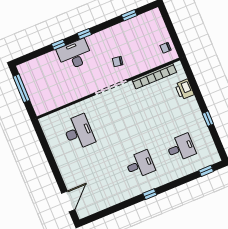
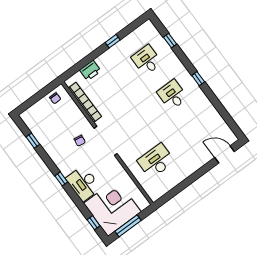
window: (58, 45) -> (94, 223), moved
corner desk: (43, 77) -> (112, 208), added
window: (206, 171) -> (170, 41), moved

